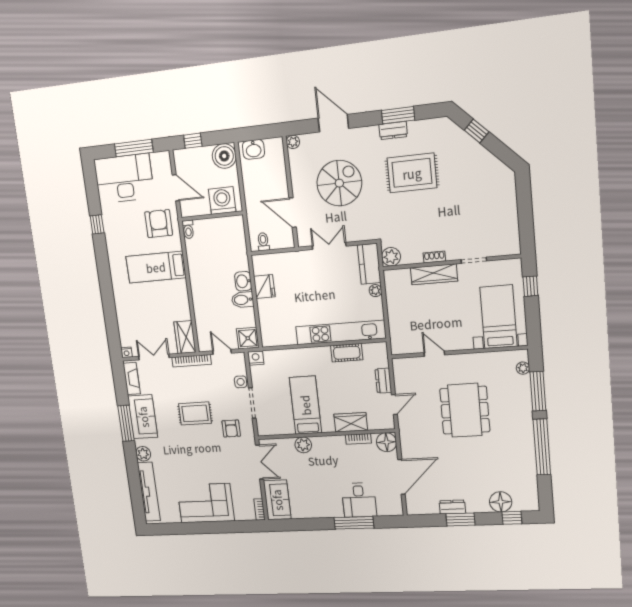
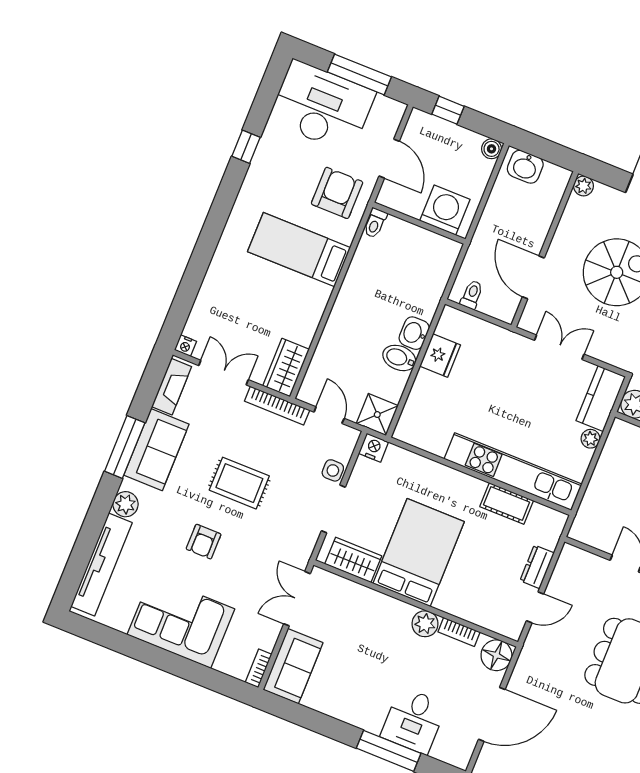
boiler: (224, 156) -> (492, 149), width x0.54, depth x0.54
bed: (305, 405) -> (419, 553), width x1.50
wardrobe: (351, 422) -> (353, 560), moved
armchair: (231, 429) -> (204, 542), moved
plant: (303, 445) -> (425, 624), moved
double door: (260, 462) -> (297, 599), swing flipped

